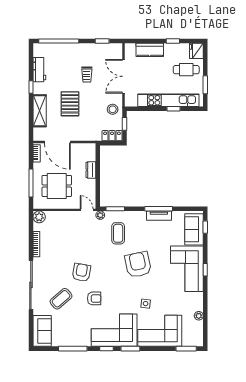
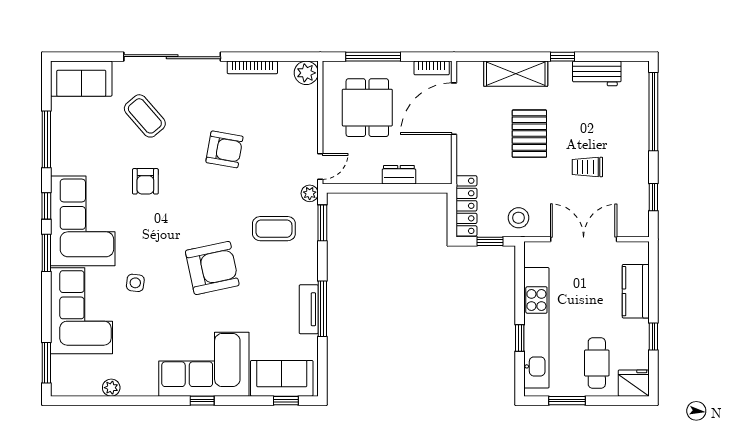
pallet: (70, 104) -> (529, 134), turned 90
locker: (112, 136) -> (466, 206), width x1.53
armchair: (81, 272) -> (224, 149), moved

